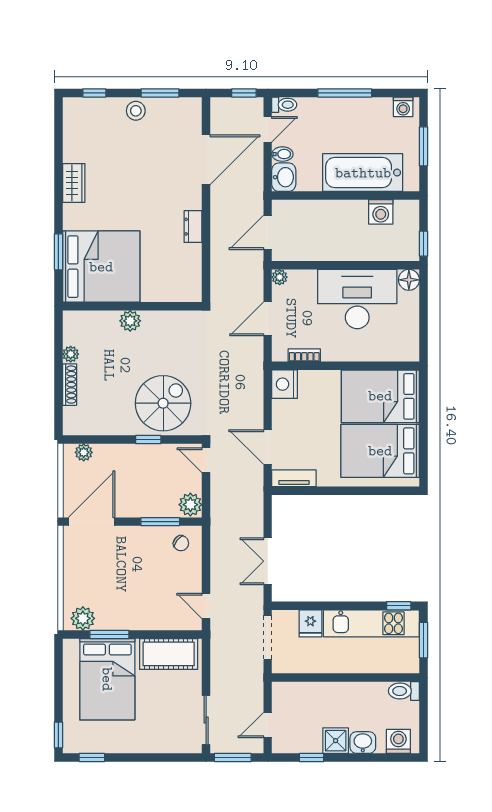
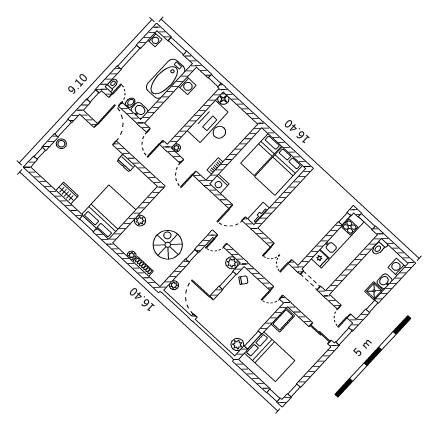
bed: (380, 396) -> (261, 155), width x0.67
spiral stairs: (163, 403) -> (168, 245), moved
cot: (169, 654) -> (283, 320), width x0.73, depth x0.75

